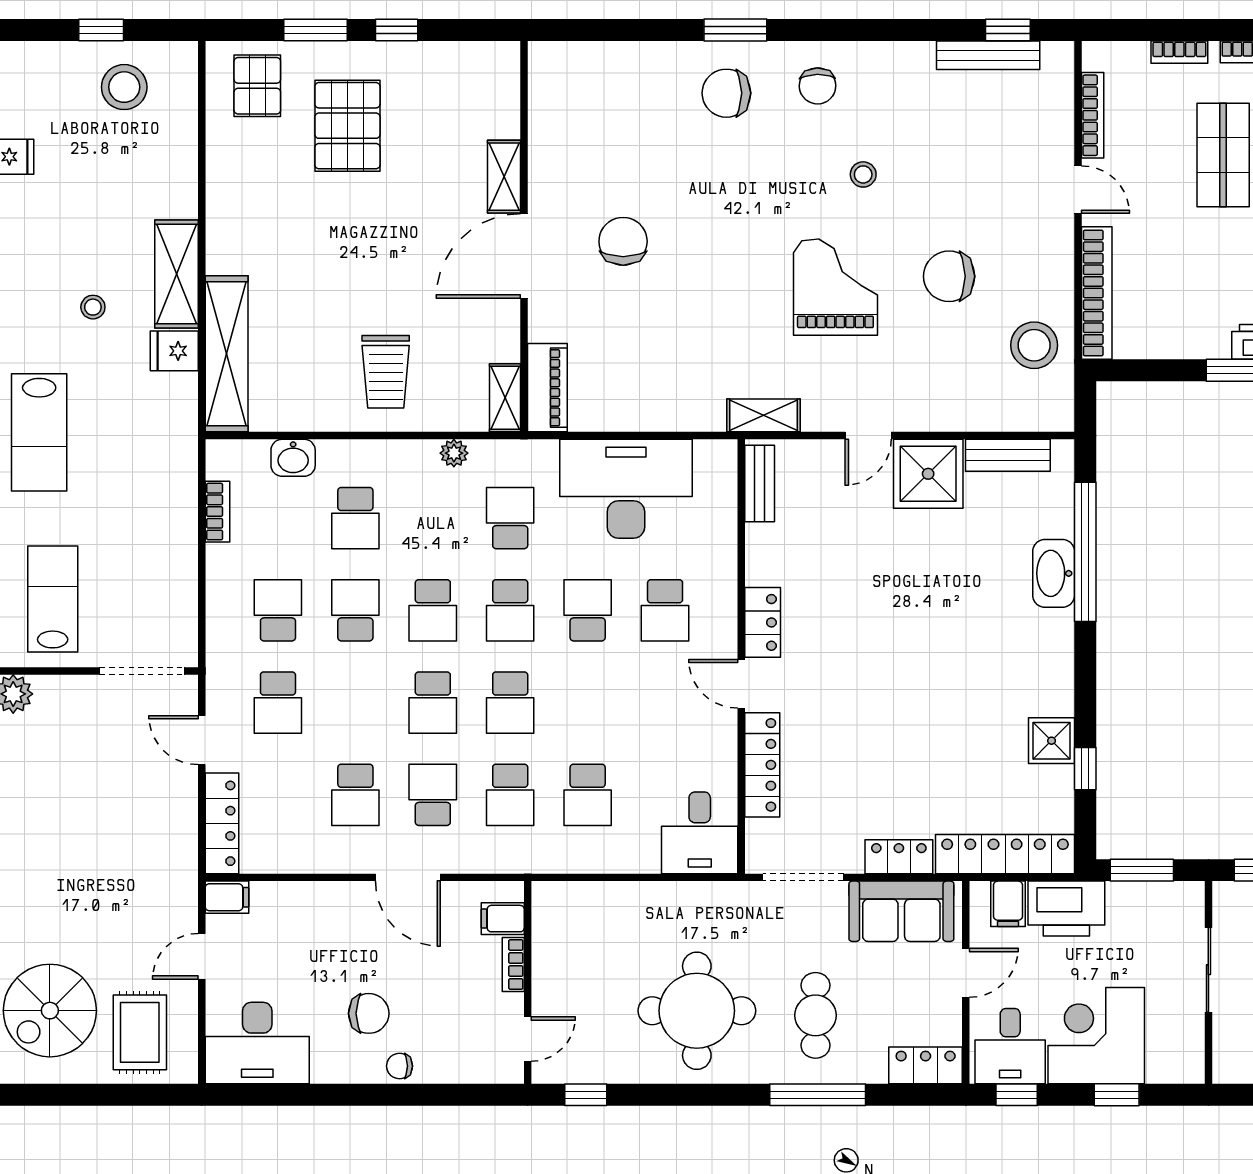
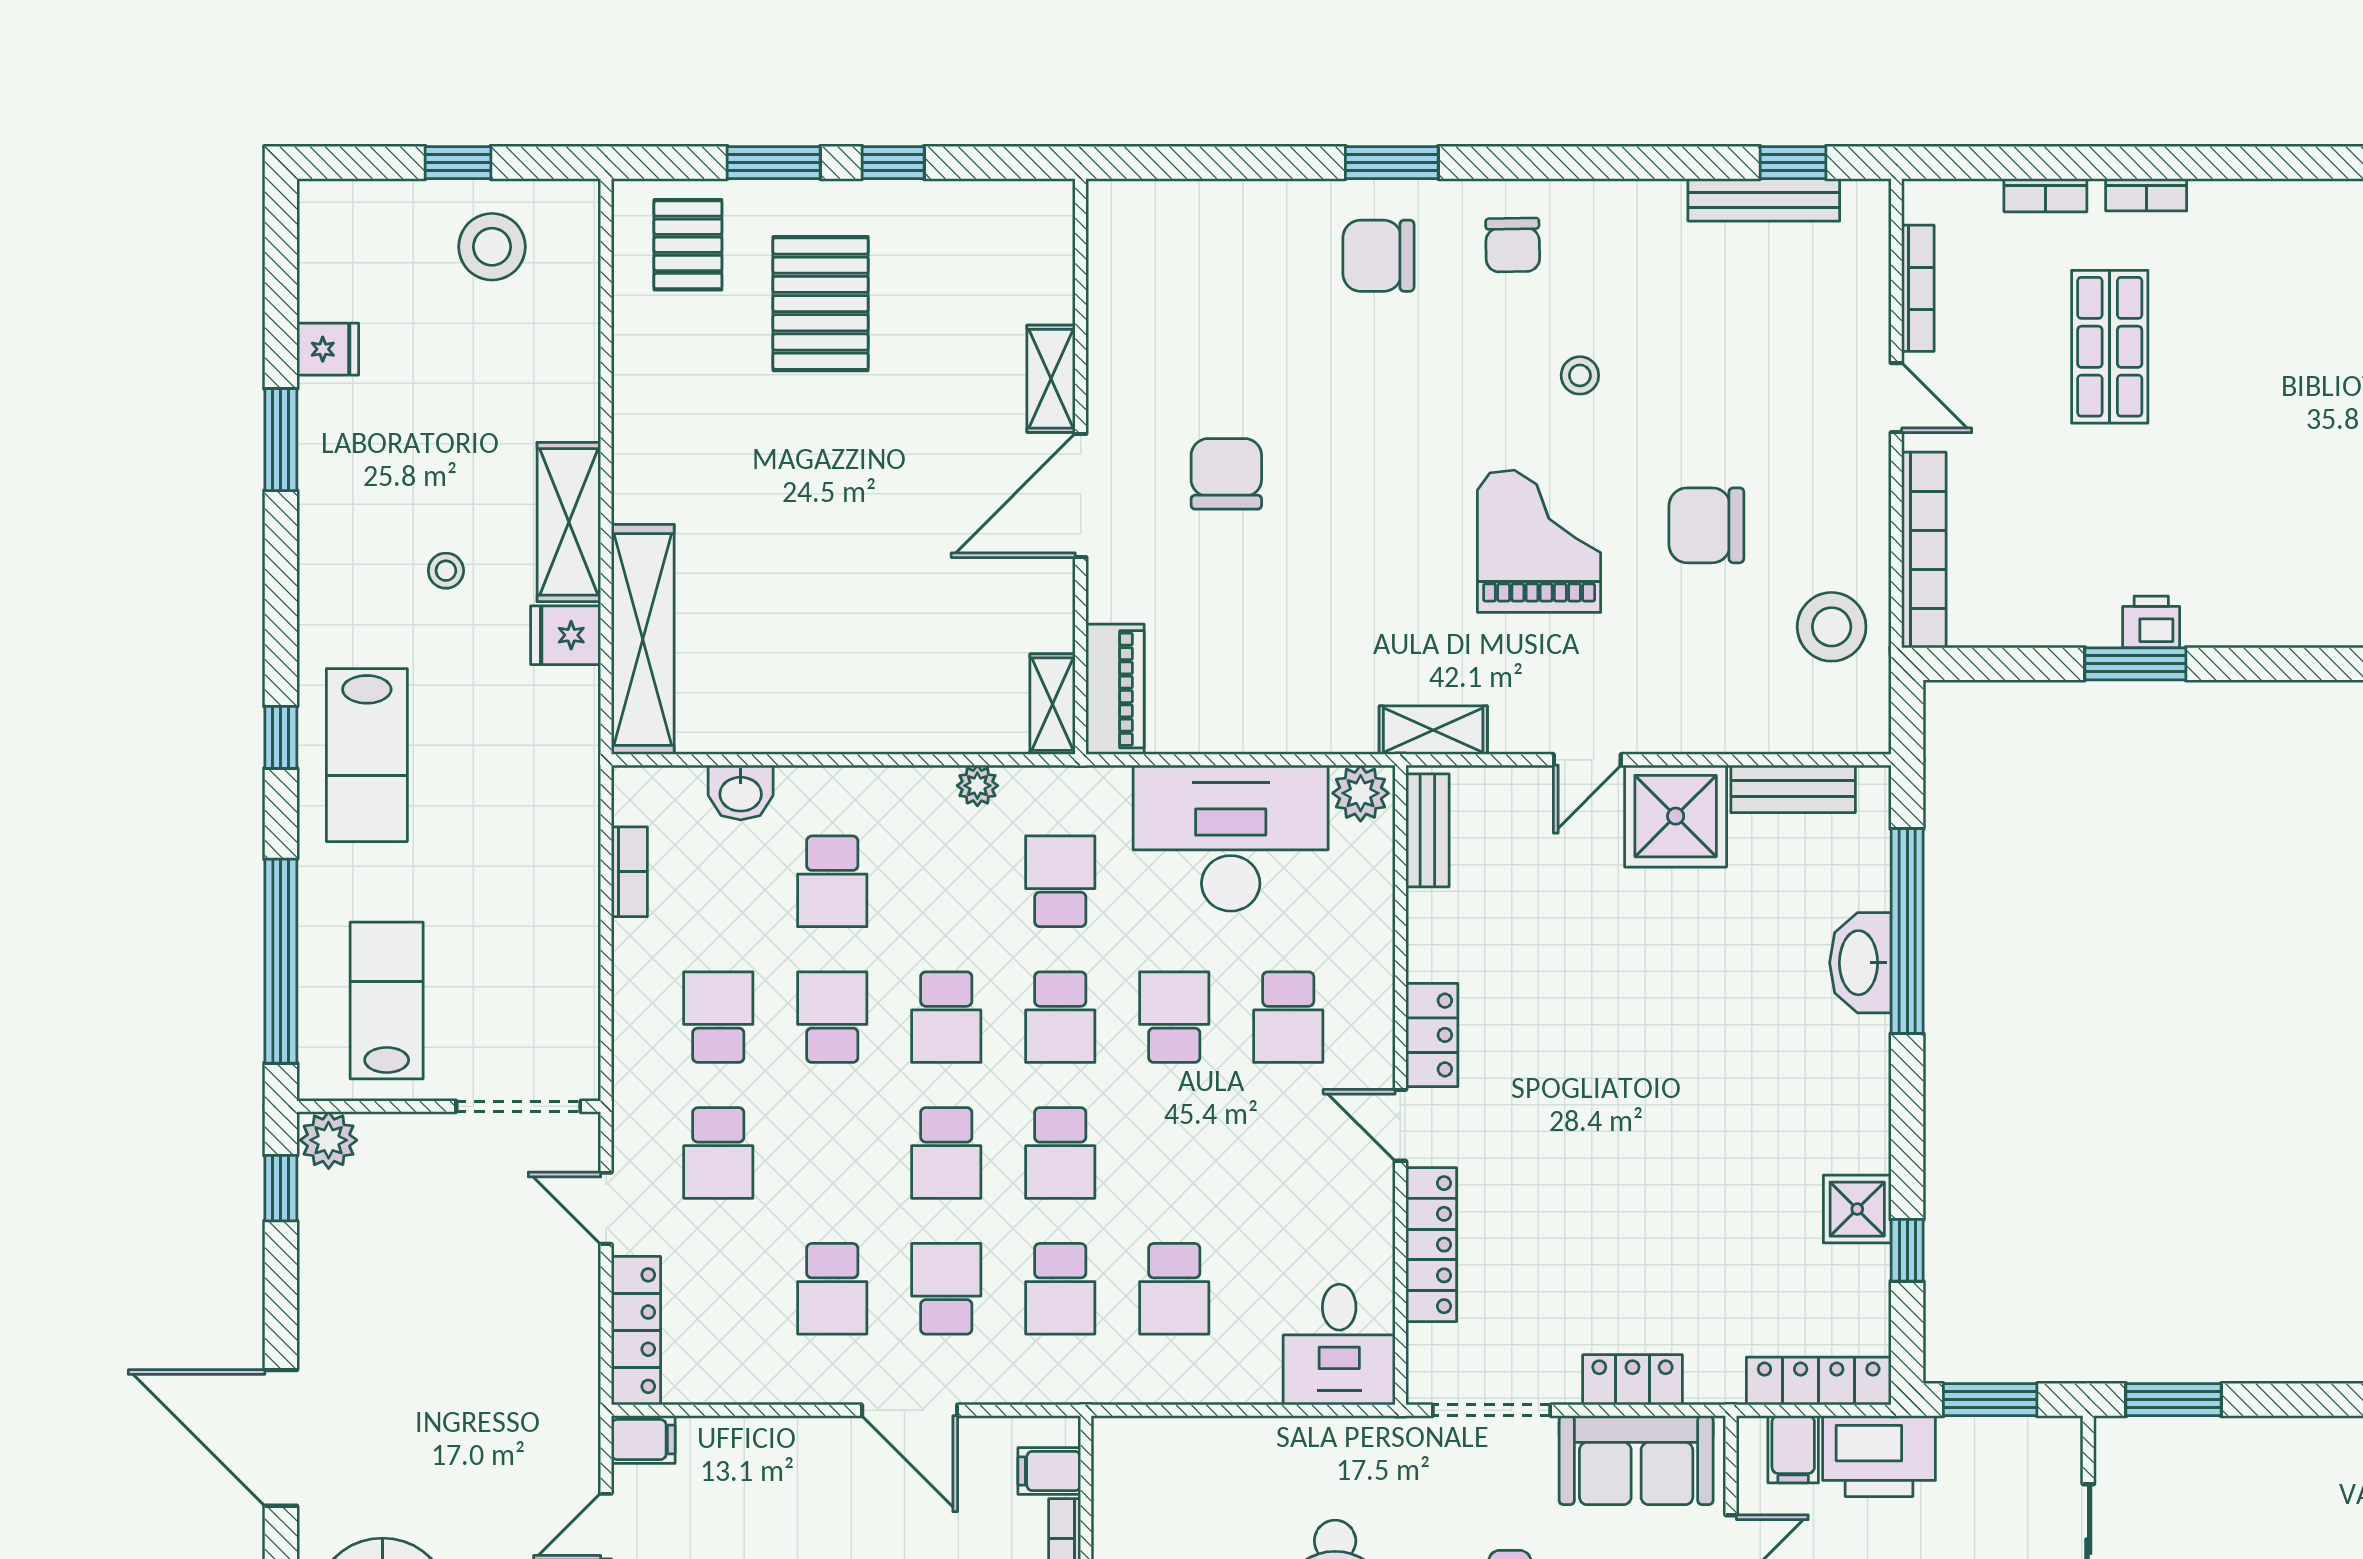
trolley: (386, 372) -> (877, 666), removed
plant: (714, 458) -> (1361, 793), added
locker: (1005, 854) -> (1819, 1381), width x0.71, depth x0.83

